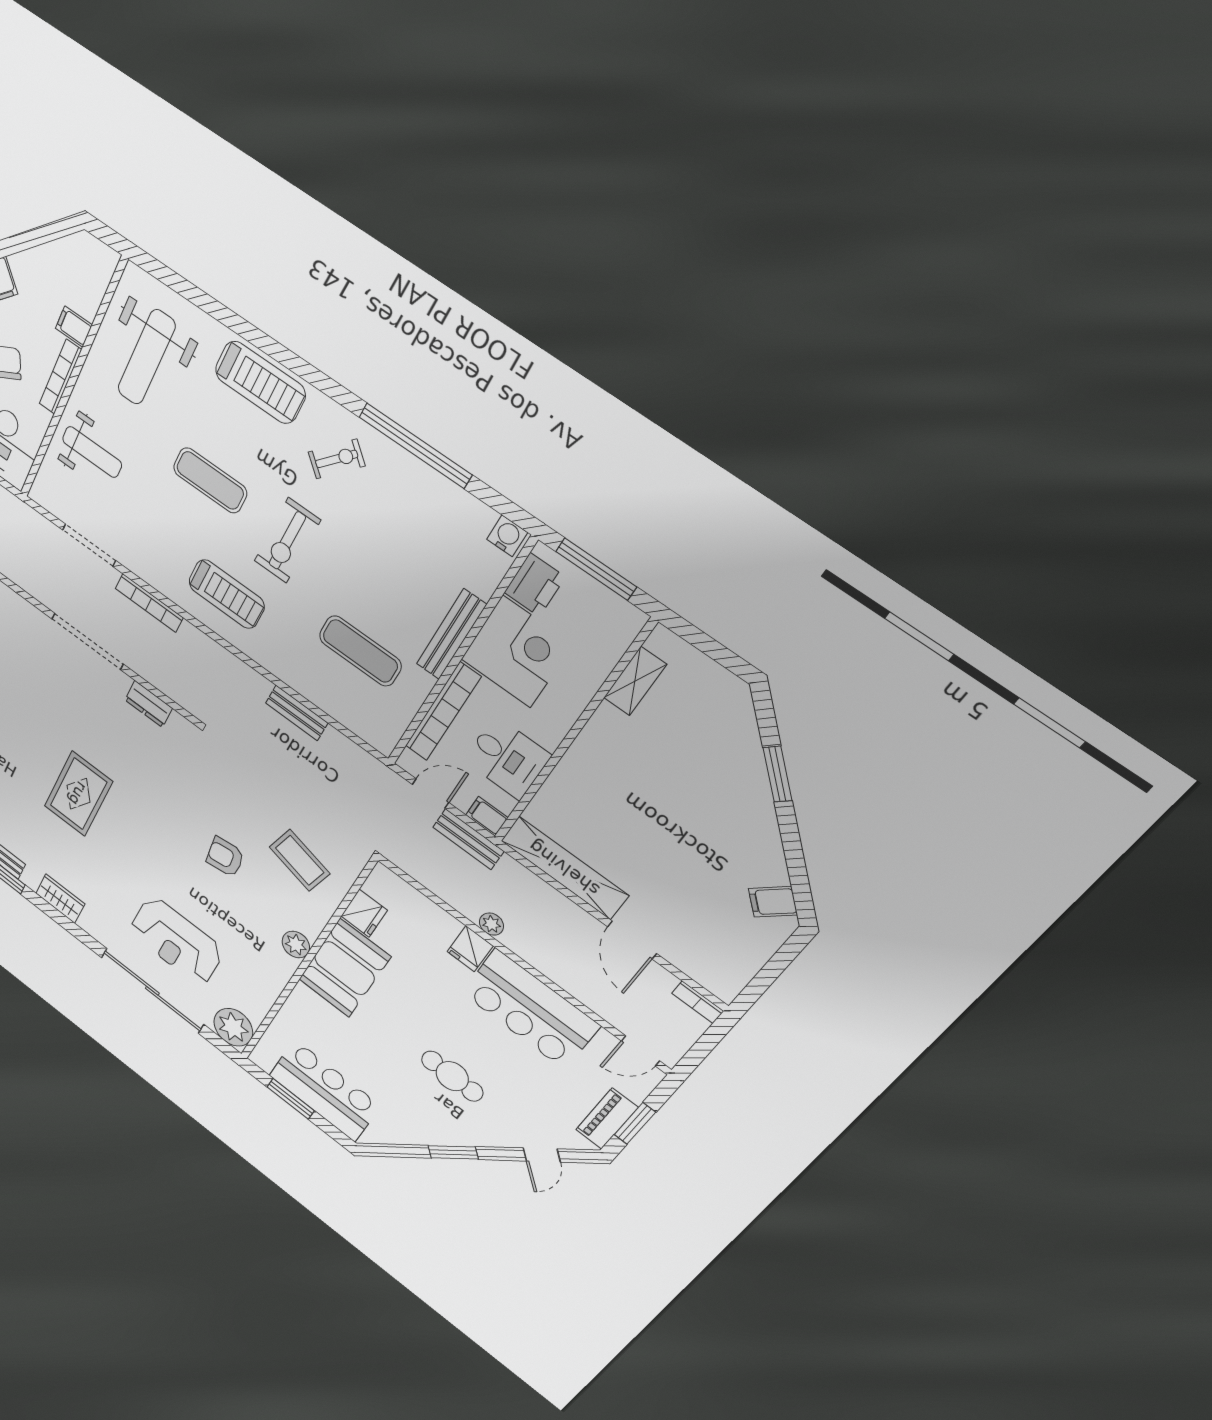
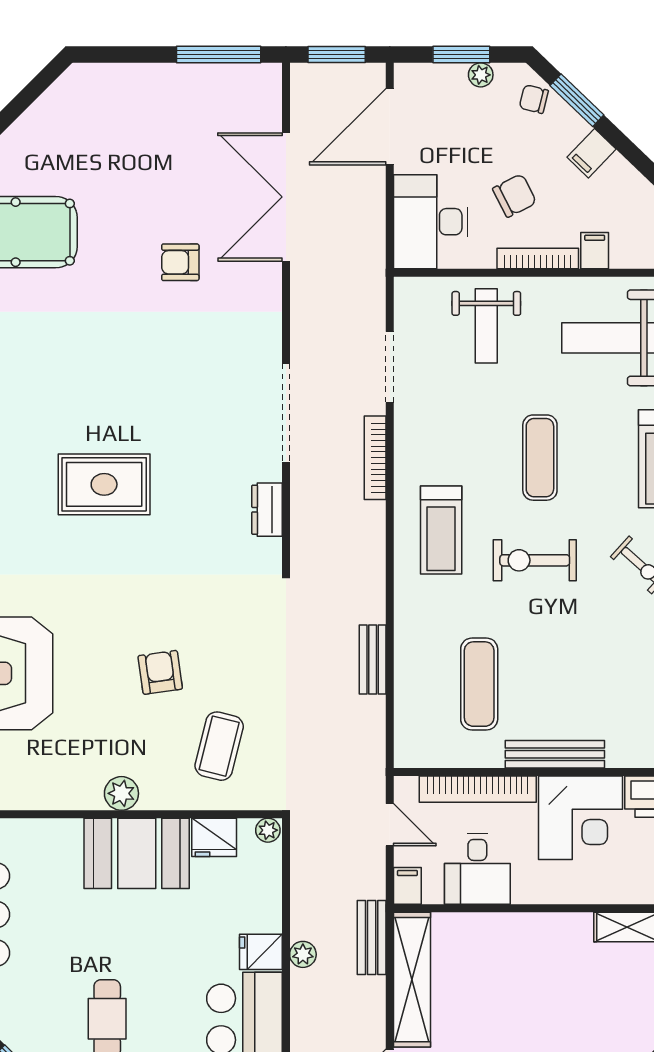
bench: (468, 839) -> (372, 937), moved
plant: (381, 876) -> (268, 830), added

